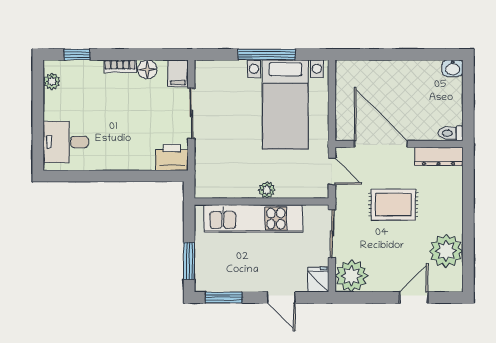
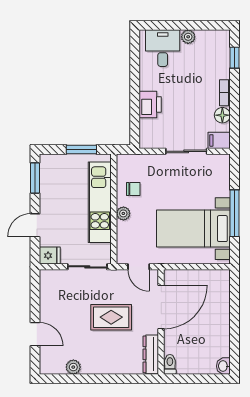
plant: (52, 81) -> (188, 37), moved
printer: (172, 157) -> (150, 105), moved
door: (332, 171) -> (139, 267), hinge flipped
chair: (237, 178) -> (133, 189), added
rug: (393, 205) -> (111, 317), turned 90
plant: (446, 251) -> (73, 367), width x0.53, depth x0.53
window: (189, 261) -> (81, 150), moved
plant: (351, 276) -> (53, 283), removed

